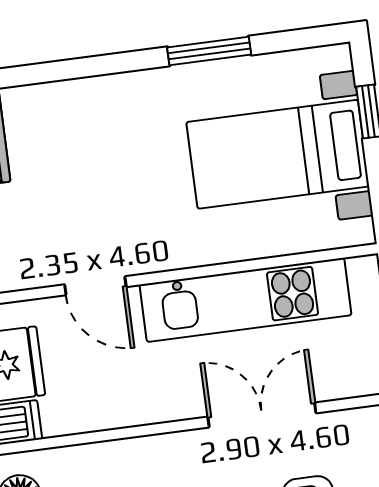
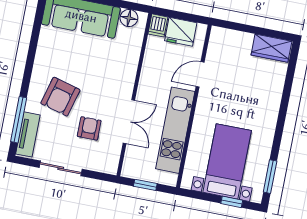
window: (209, 51) -> (270, 177), moved

